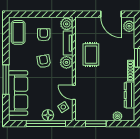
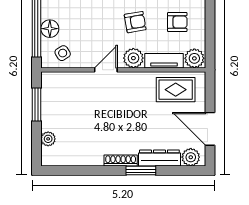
door: (111, 14) -> (210, 129), hinge flipped
rug: (91, 55) -> (176, 90), moved
door: (74, 92) -> (106, 70), moved
dresser: (130, 95) -> (159, 158), moved

